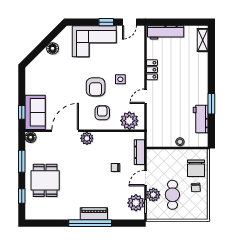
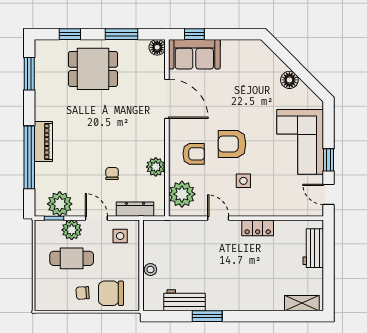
workbench: (166, 32) -> (313, 248), width x0.73
plant: (87, 138) -> (156, 167), moved
side table: (157, 162) -> (120, 236), added
window: (48, 223) -> (29, 74), added
window: (90, 223) -> (29, 157), moved

